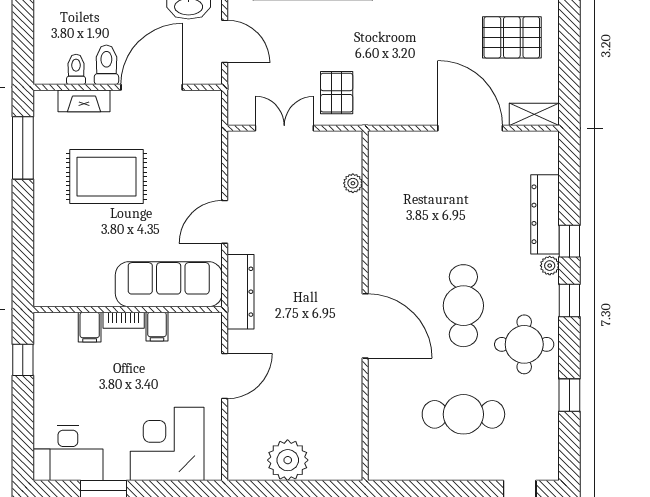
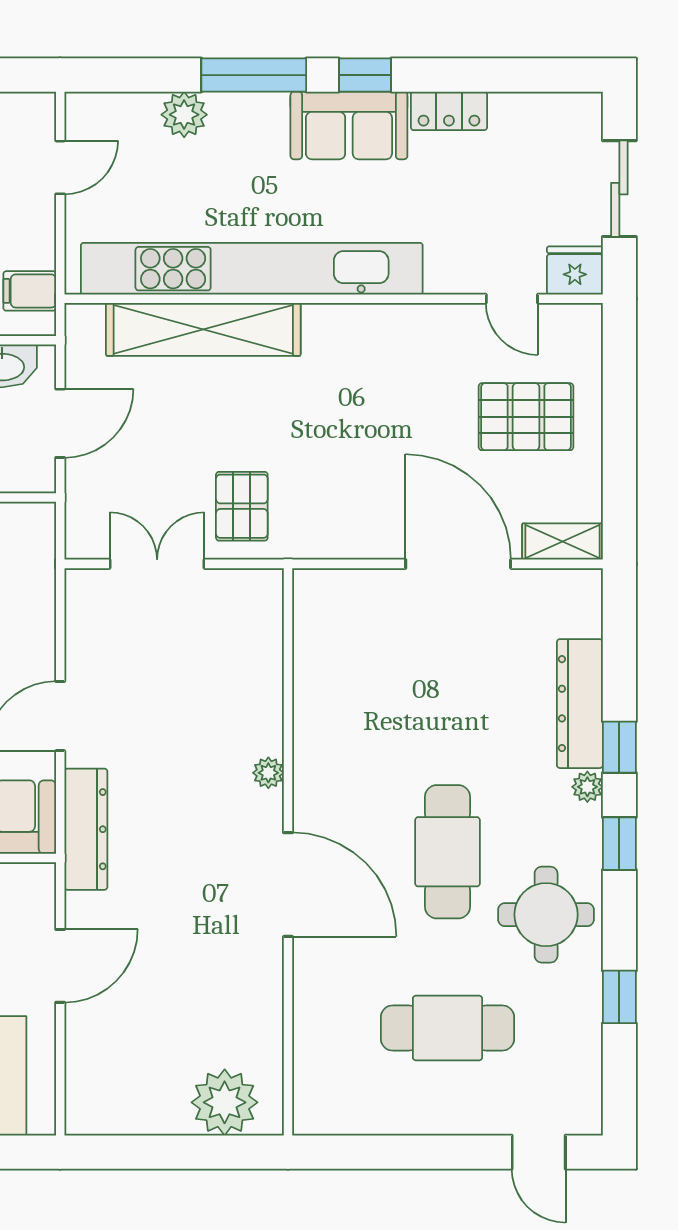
door: (225, 41) -> (60, 423), hinge flipped
plant: (353, 183) -> (268, 773), moved
plant: (288, 460) -> (225, 1102), moved

